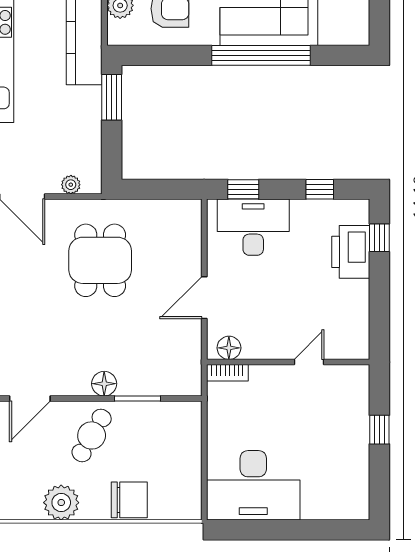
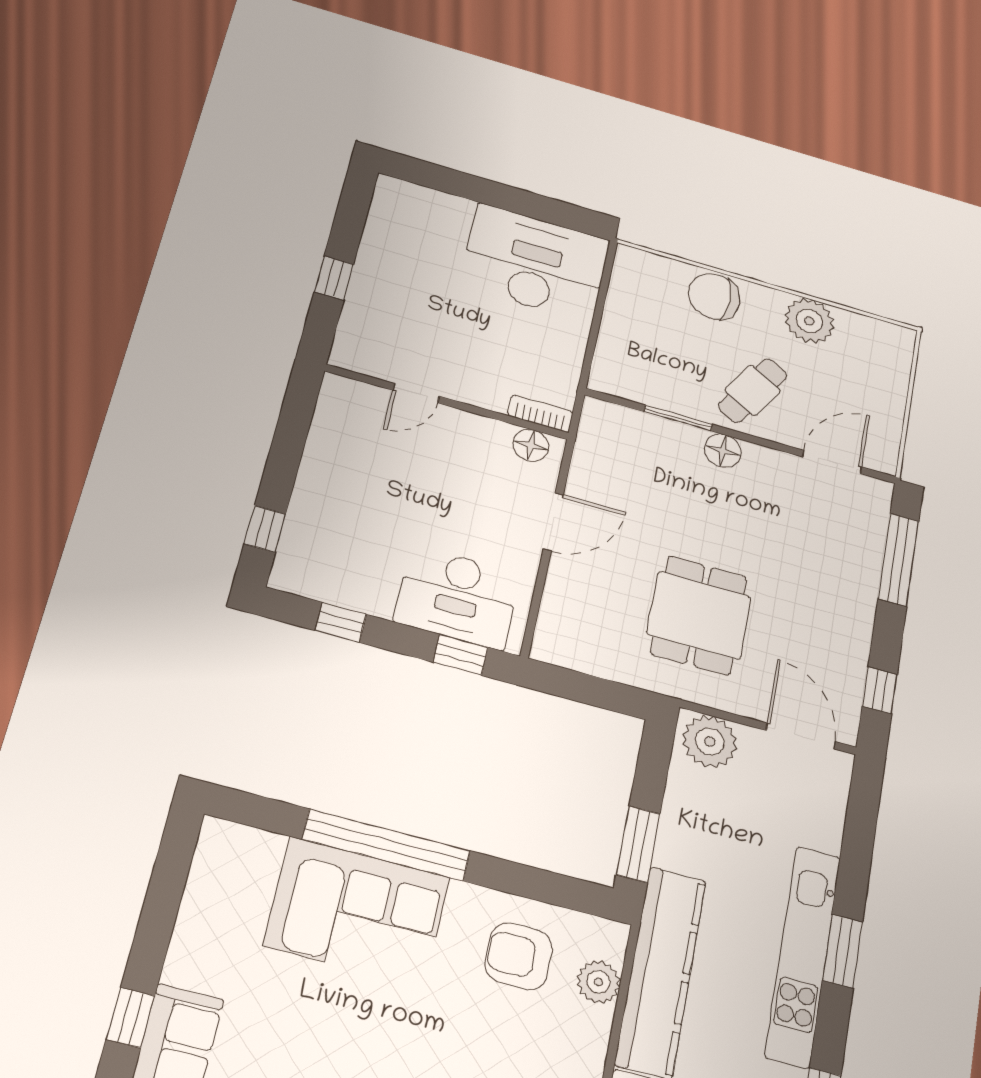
plant: (71, 185) -> (710, 741), width x1.88, depth x1.88
printer: (351, 252) -> (315, 522), removed

